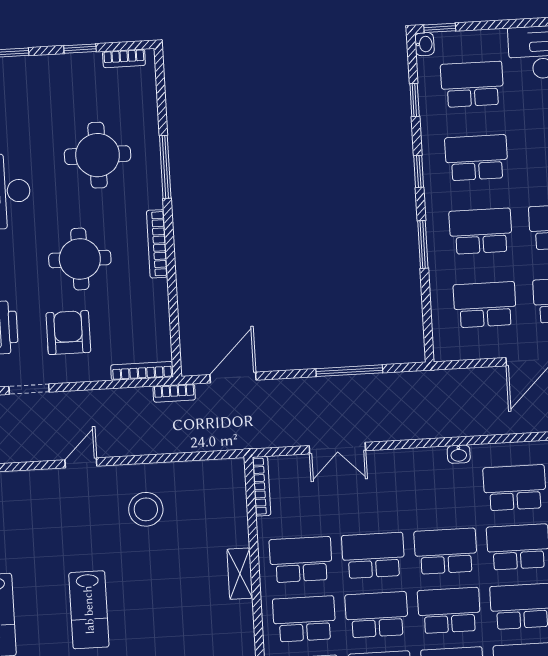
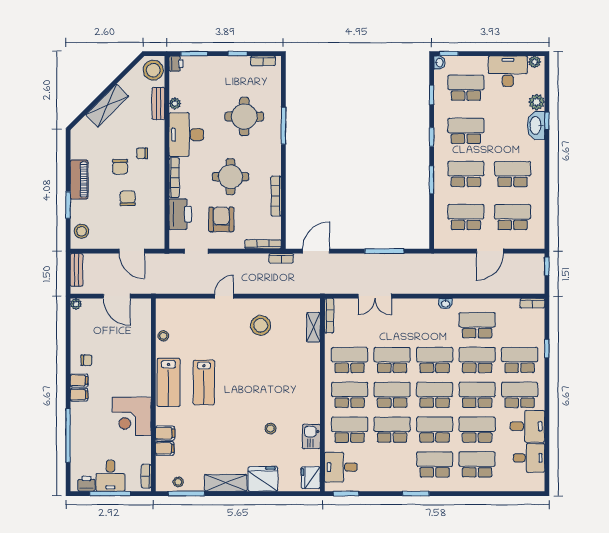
bookcase: (157, 244) -> (276, 196), moved
shelving: (240, 574) -> (313, 327), moved
lab bench: (89, 610) -> (204, 382), moved

